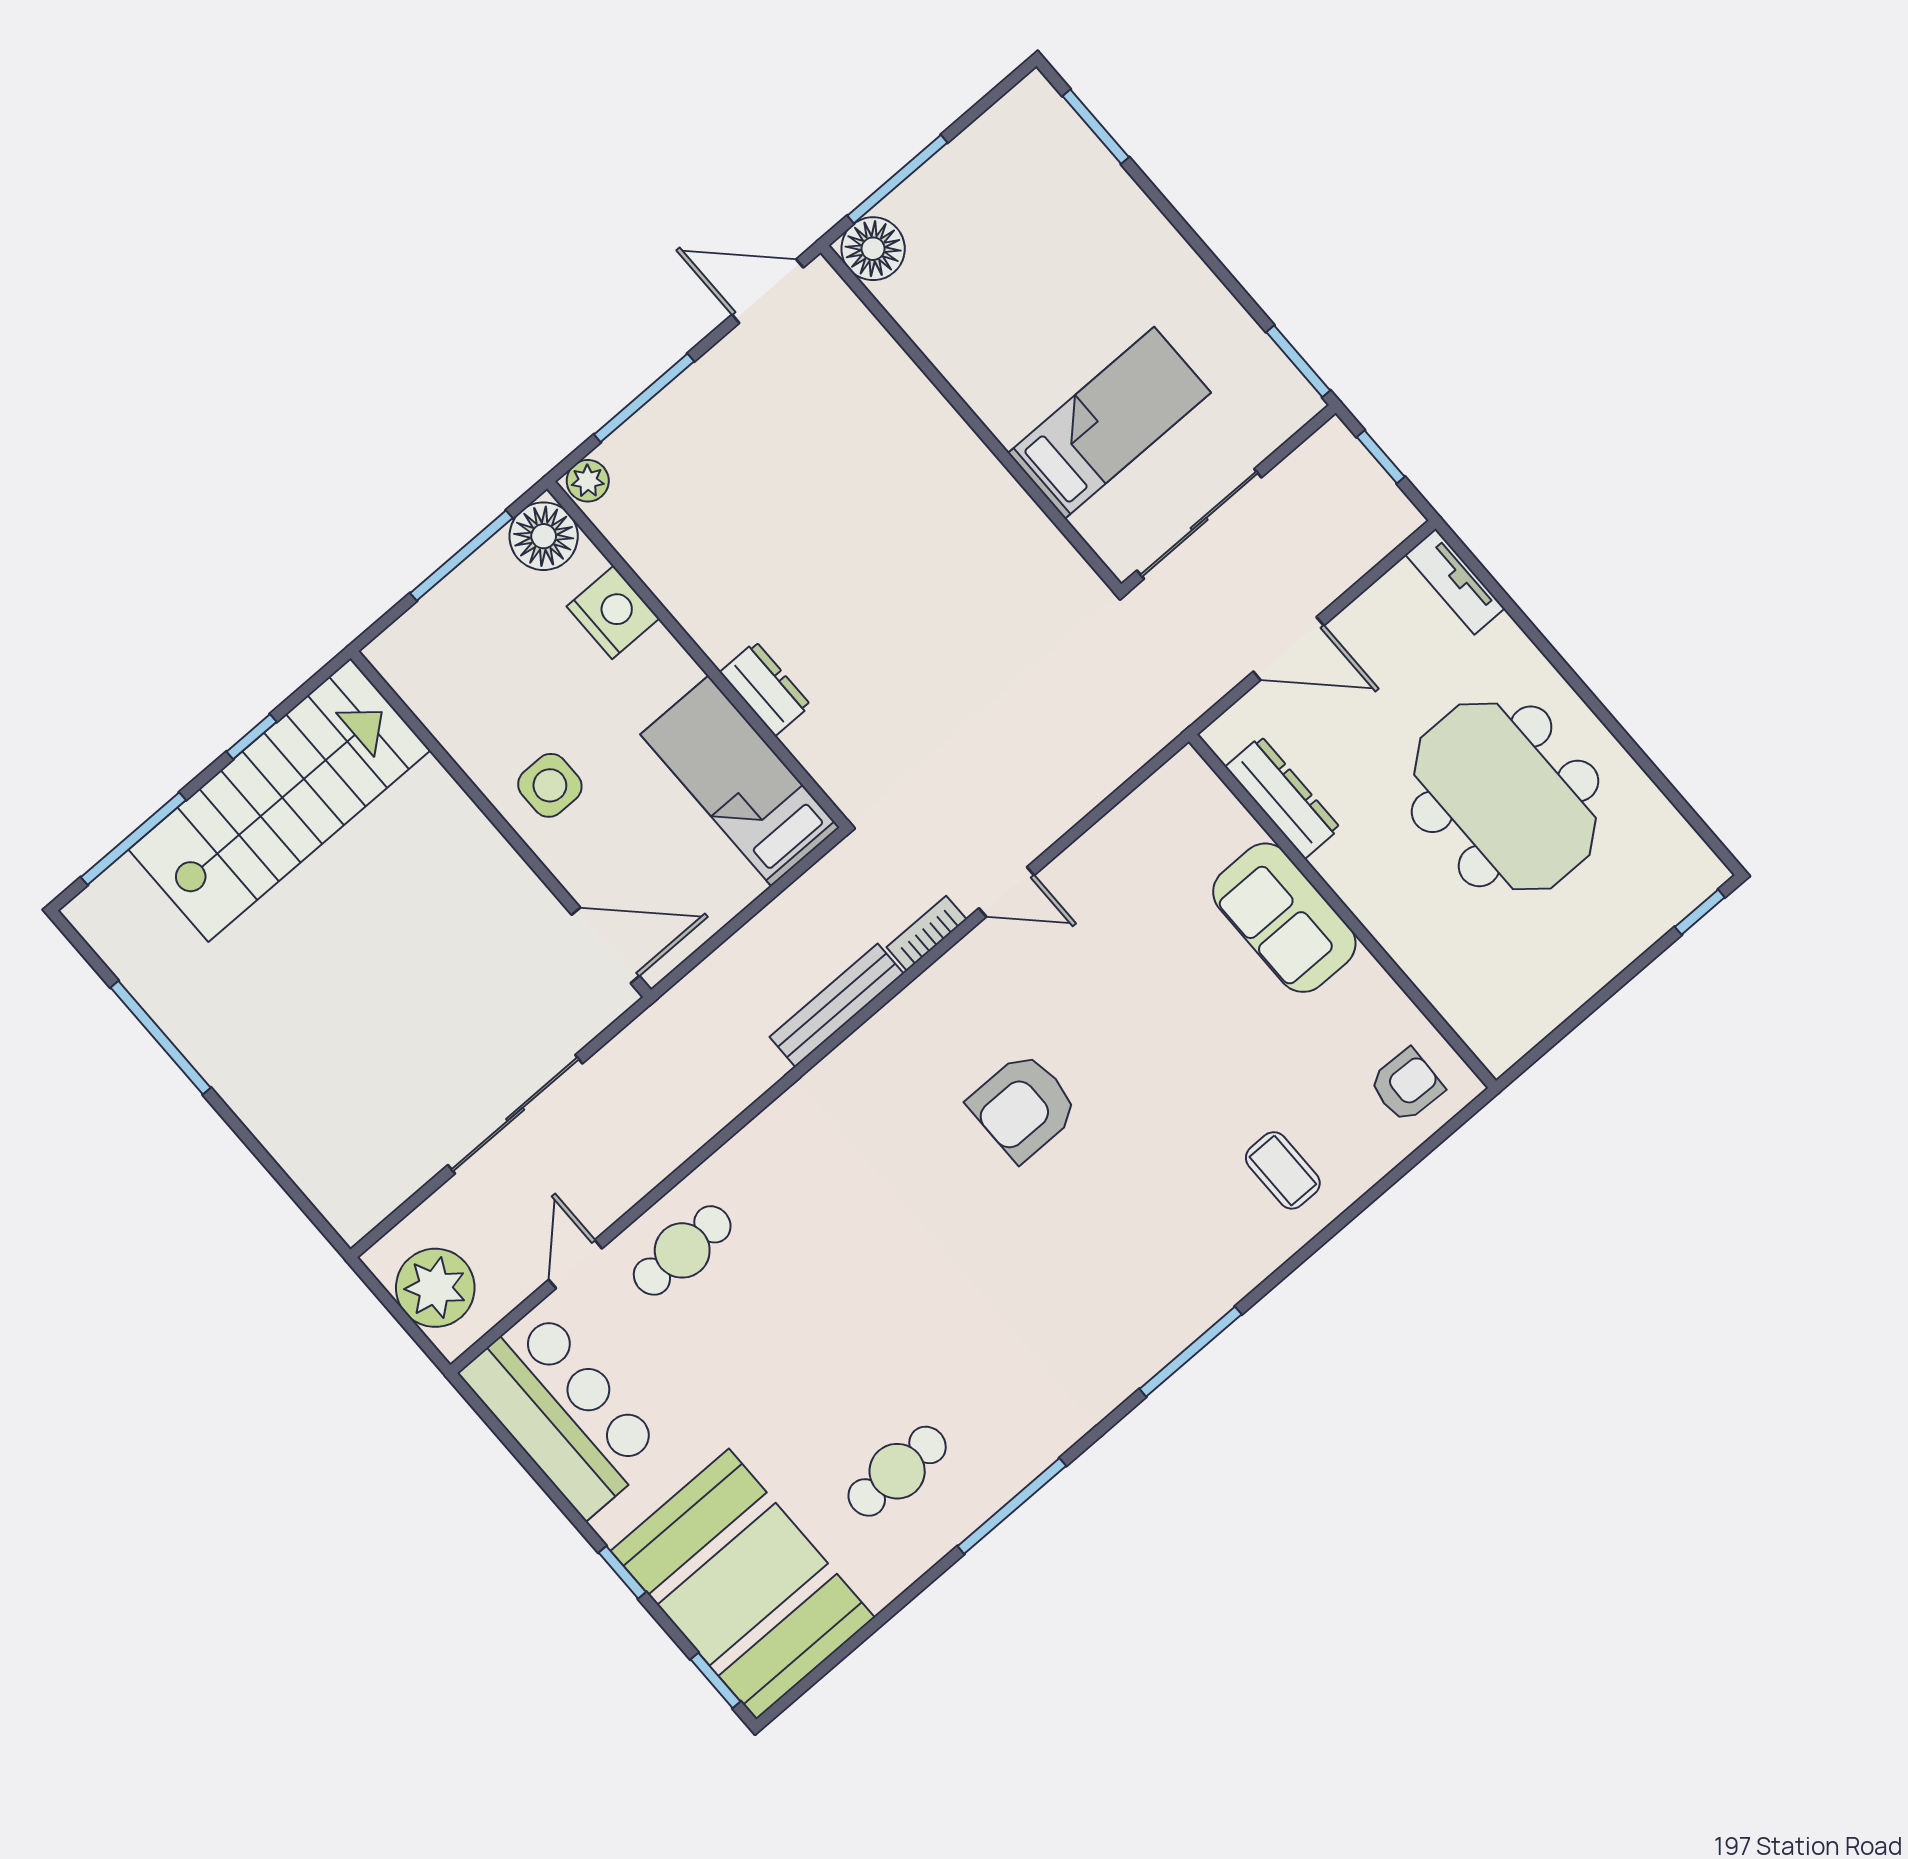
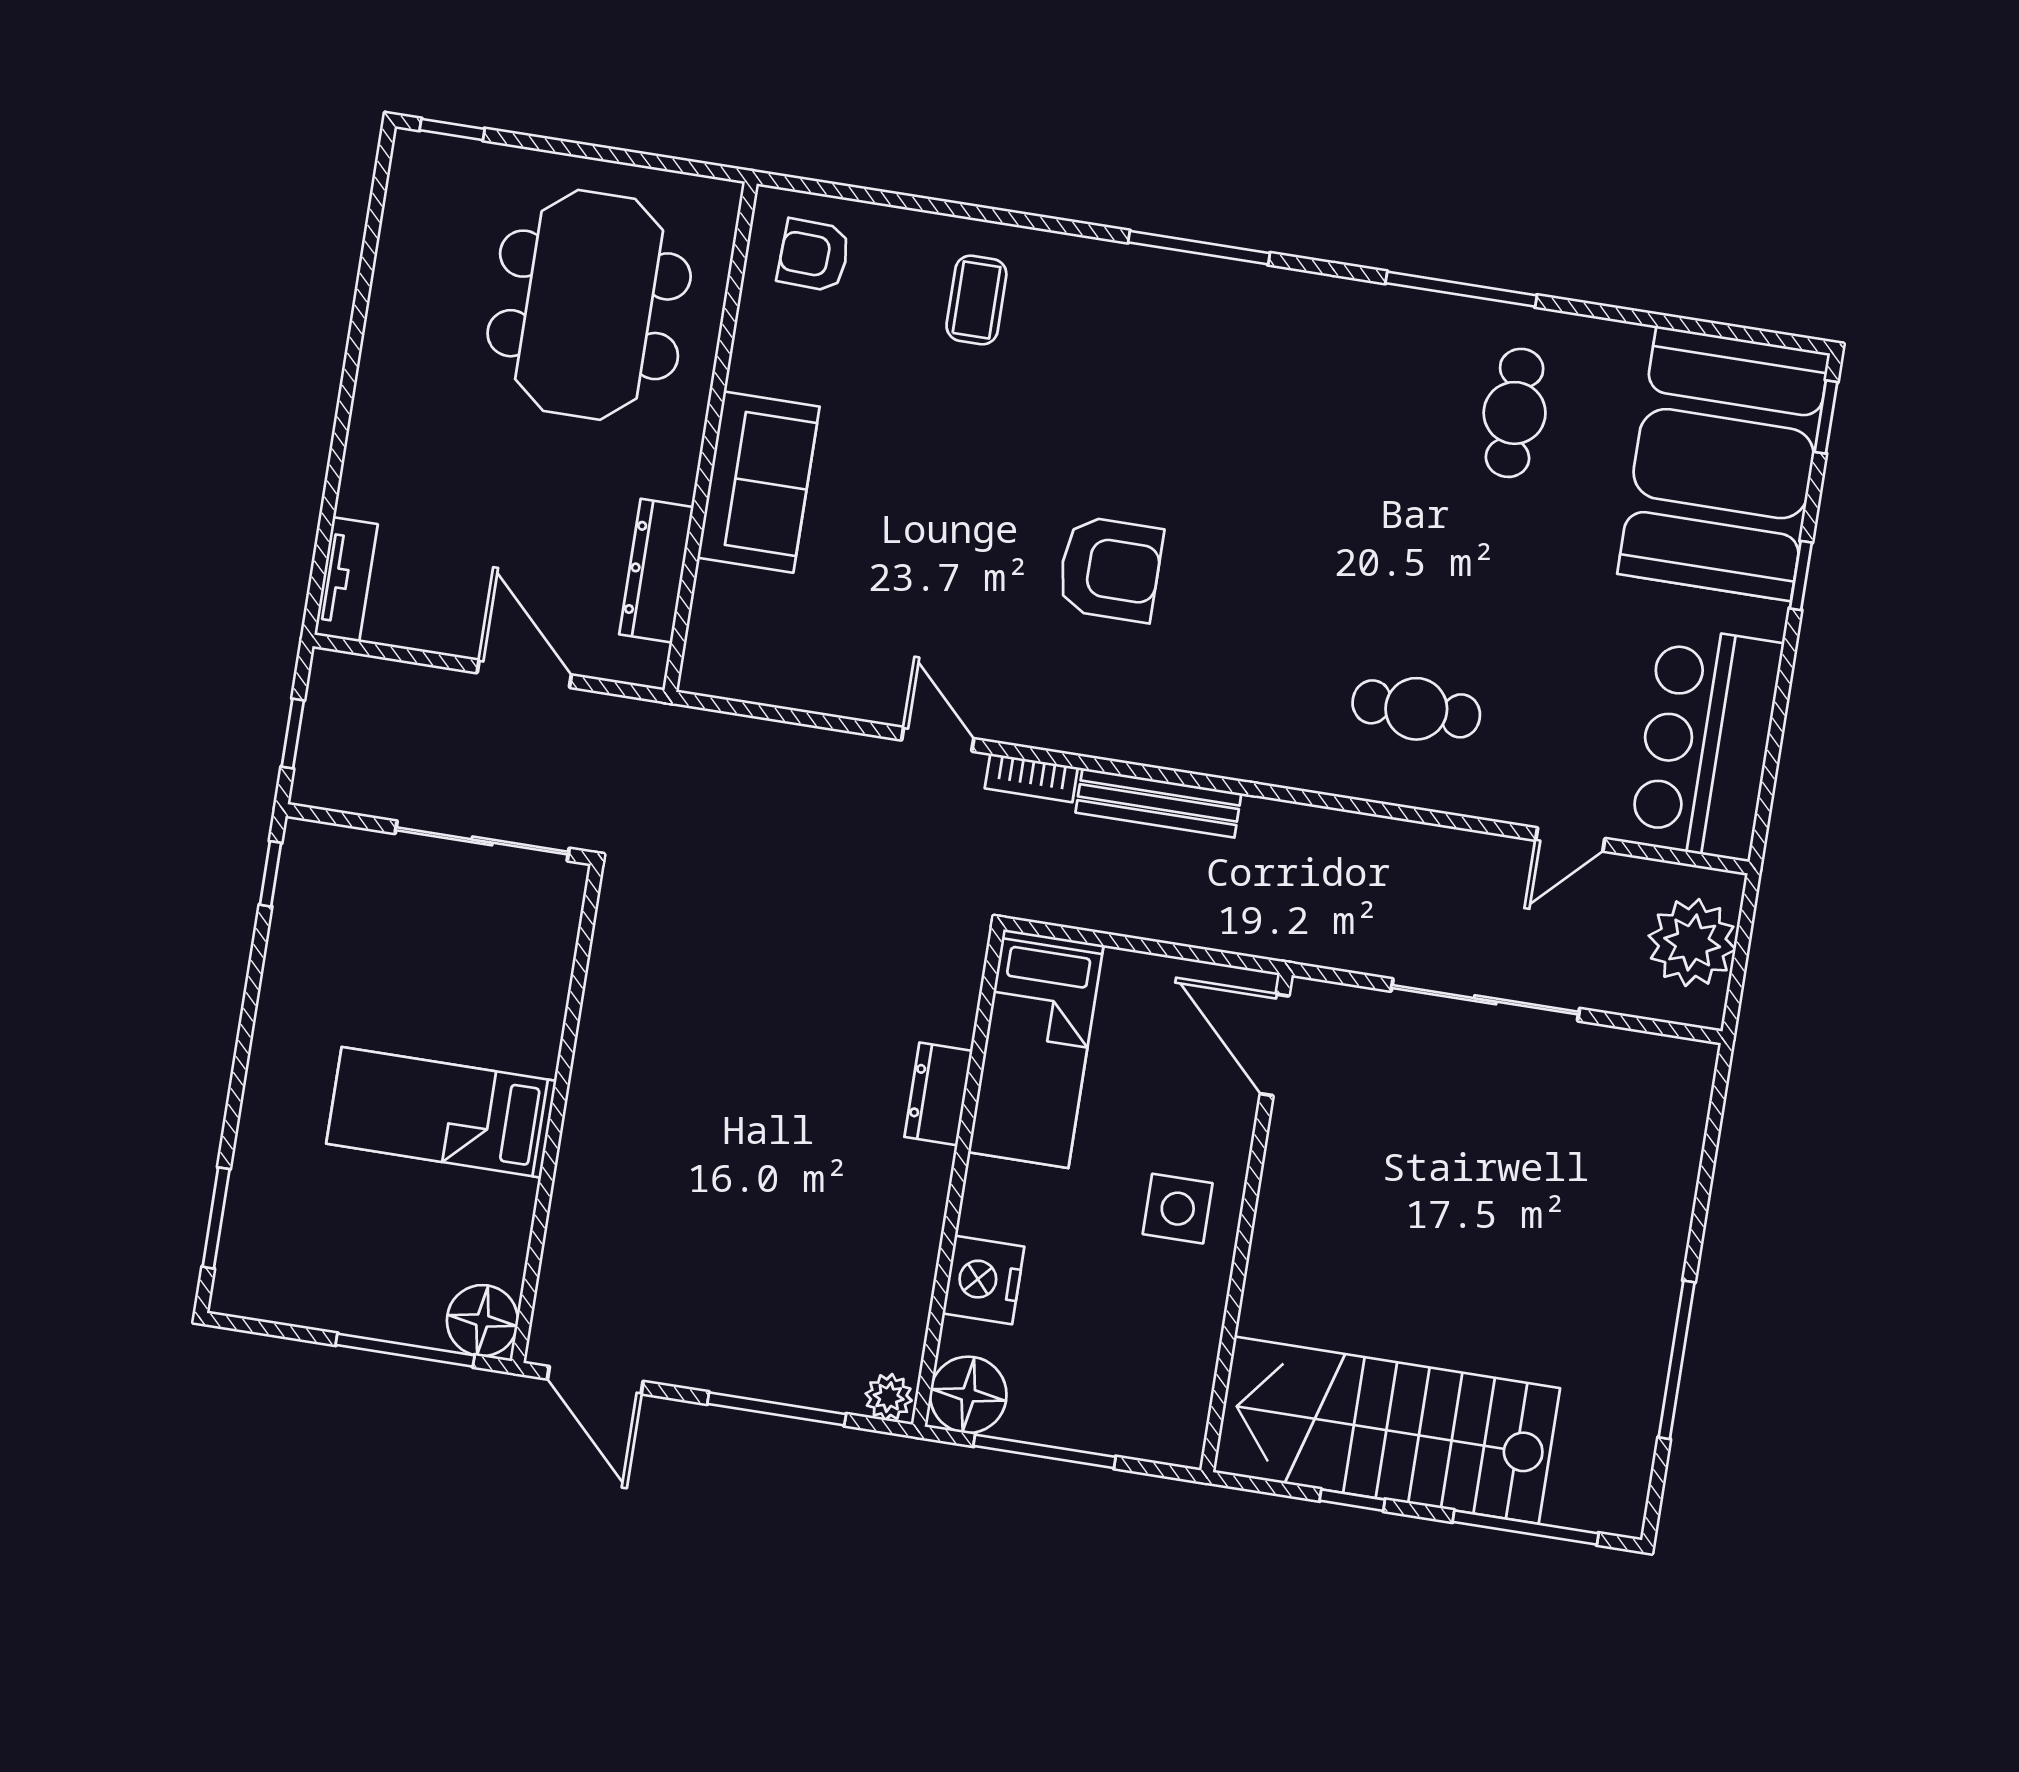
window: (1298, 361) -> (271, 874), width x0.67
bed: (1109, 423) -> (441, 1112), moved
meeting table: (1505, 796) -> (589, 305), moved
cafe table: (682, 1250) -> (1416, 709), moved
cafe table: (897, 1471) -> (1515, 413), turned 90

